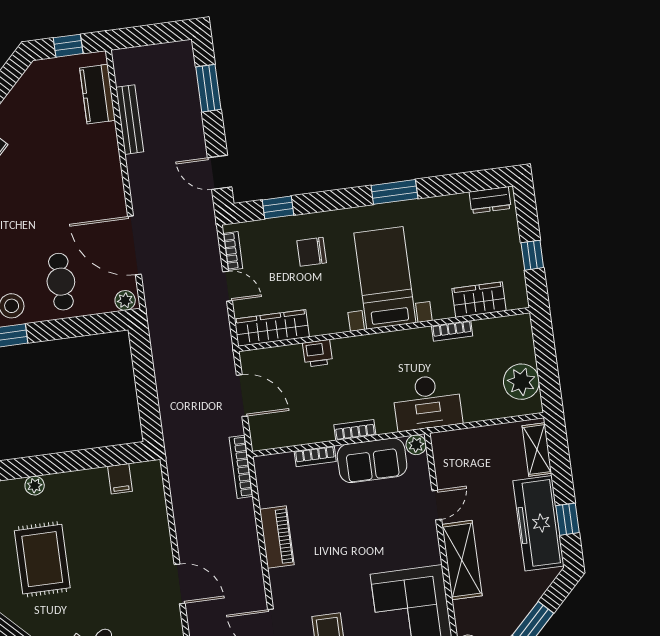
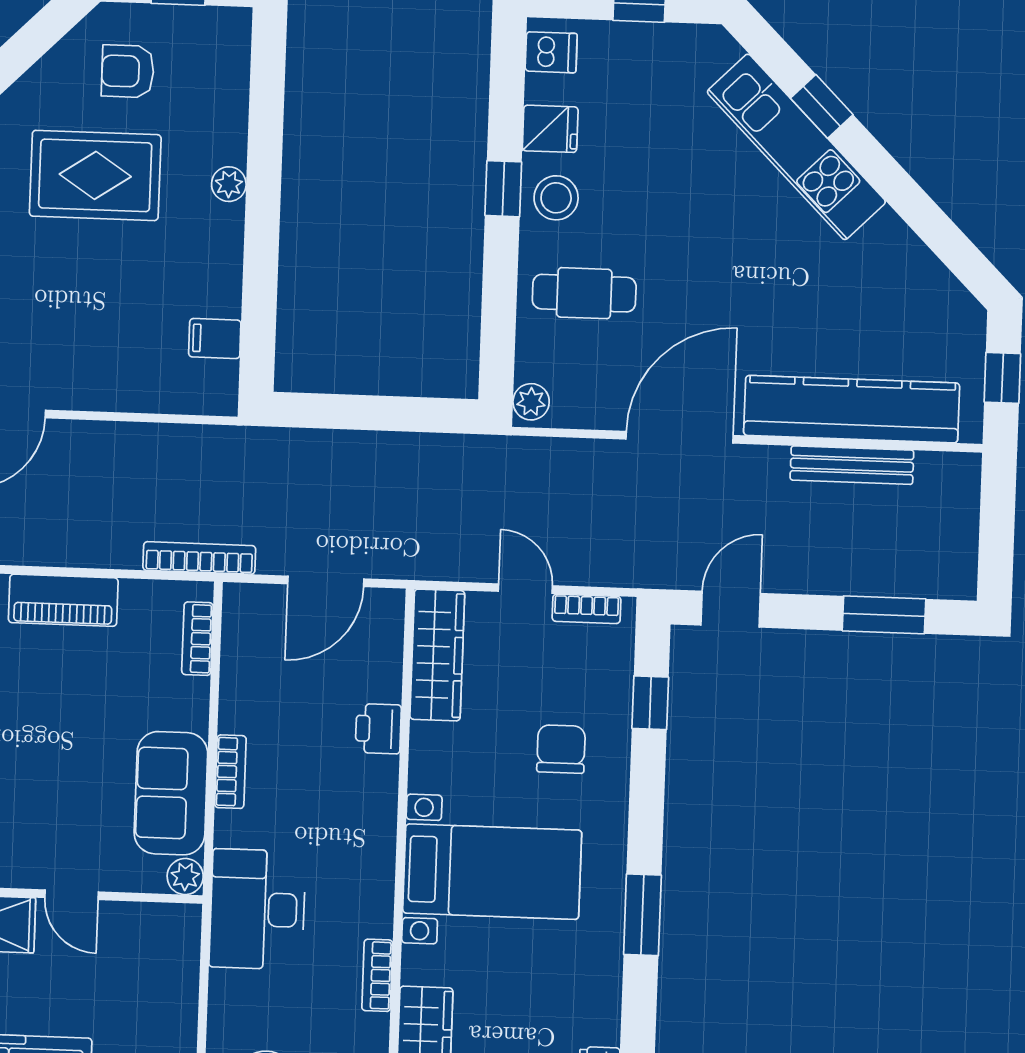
kitchen counter: (98, 94) -> (852, 409), width x2.08, depth x1.17
door: (134, 245) -> (680, 437), moved
door: (227, 286) -> (525, 589), swing flipped
bookcase: (315, 456) -> (197, 639), moved

